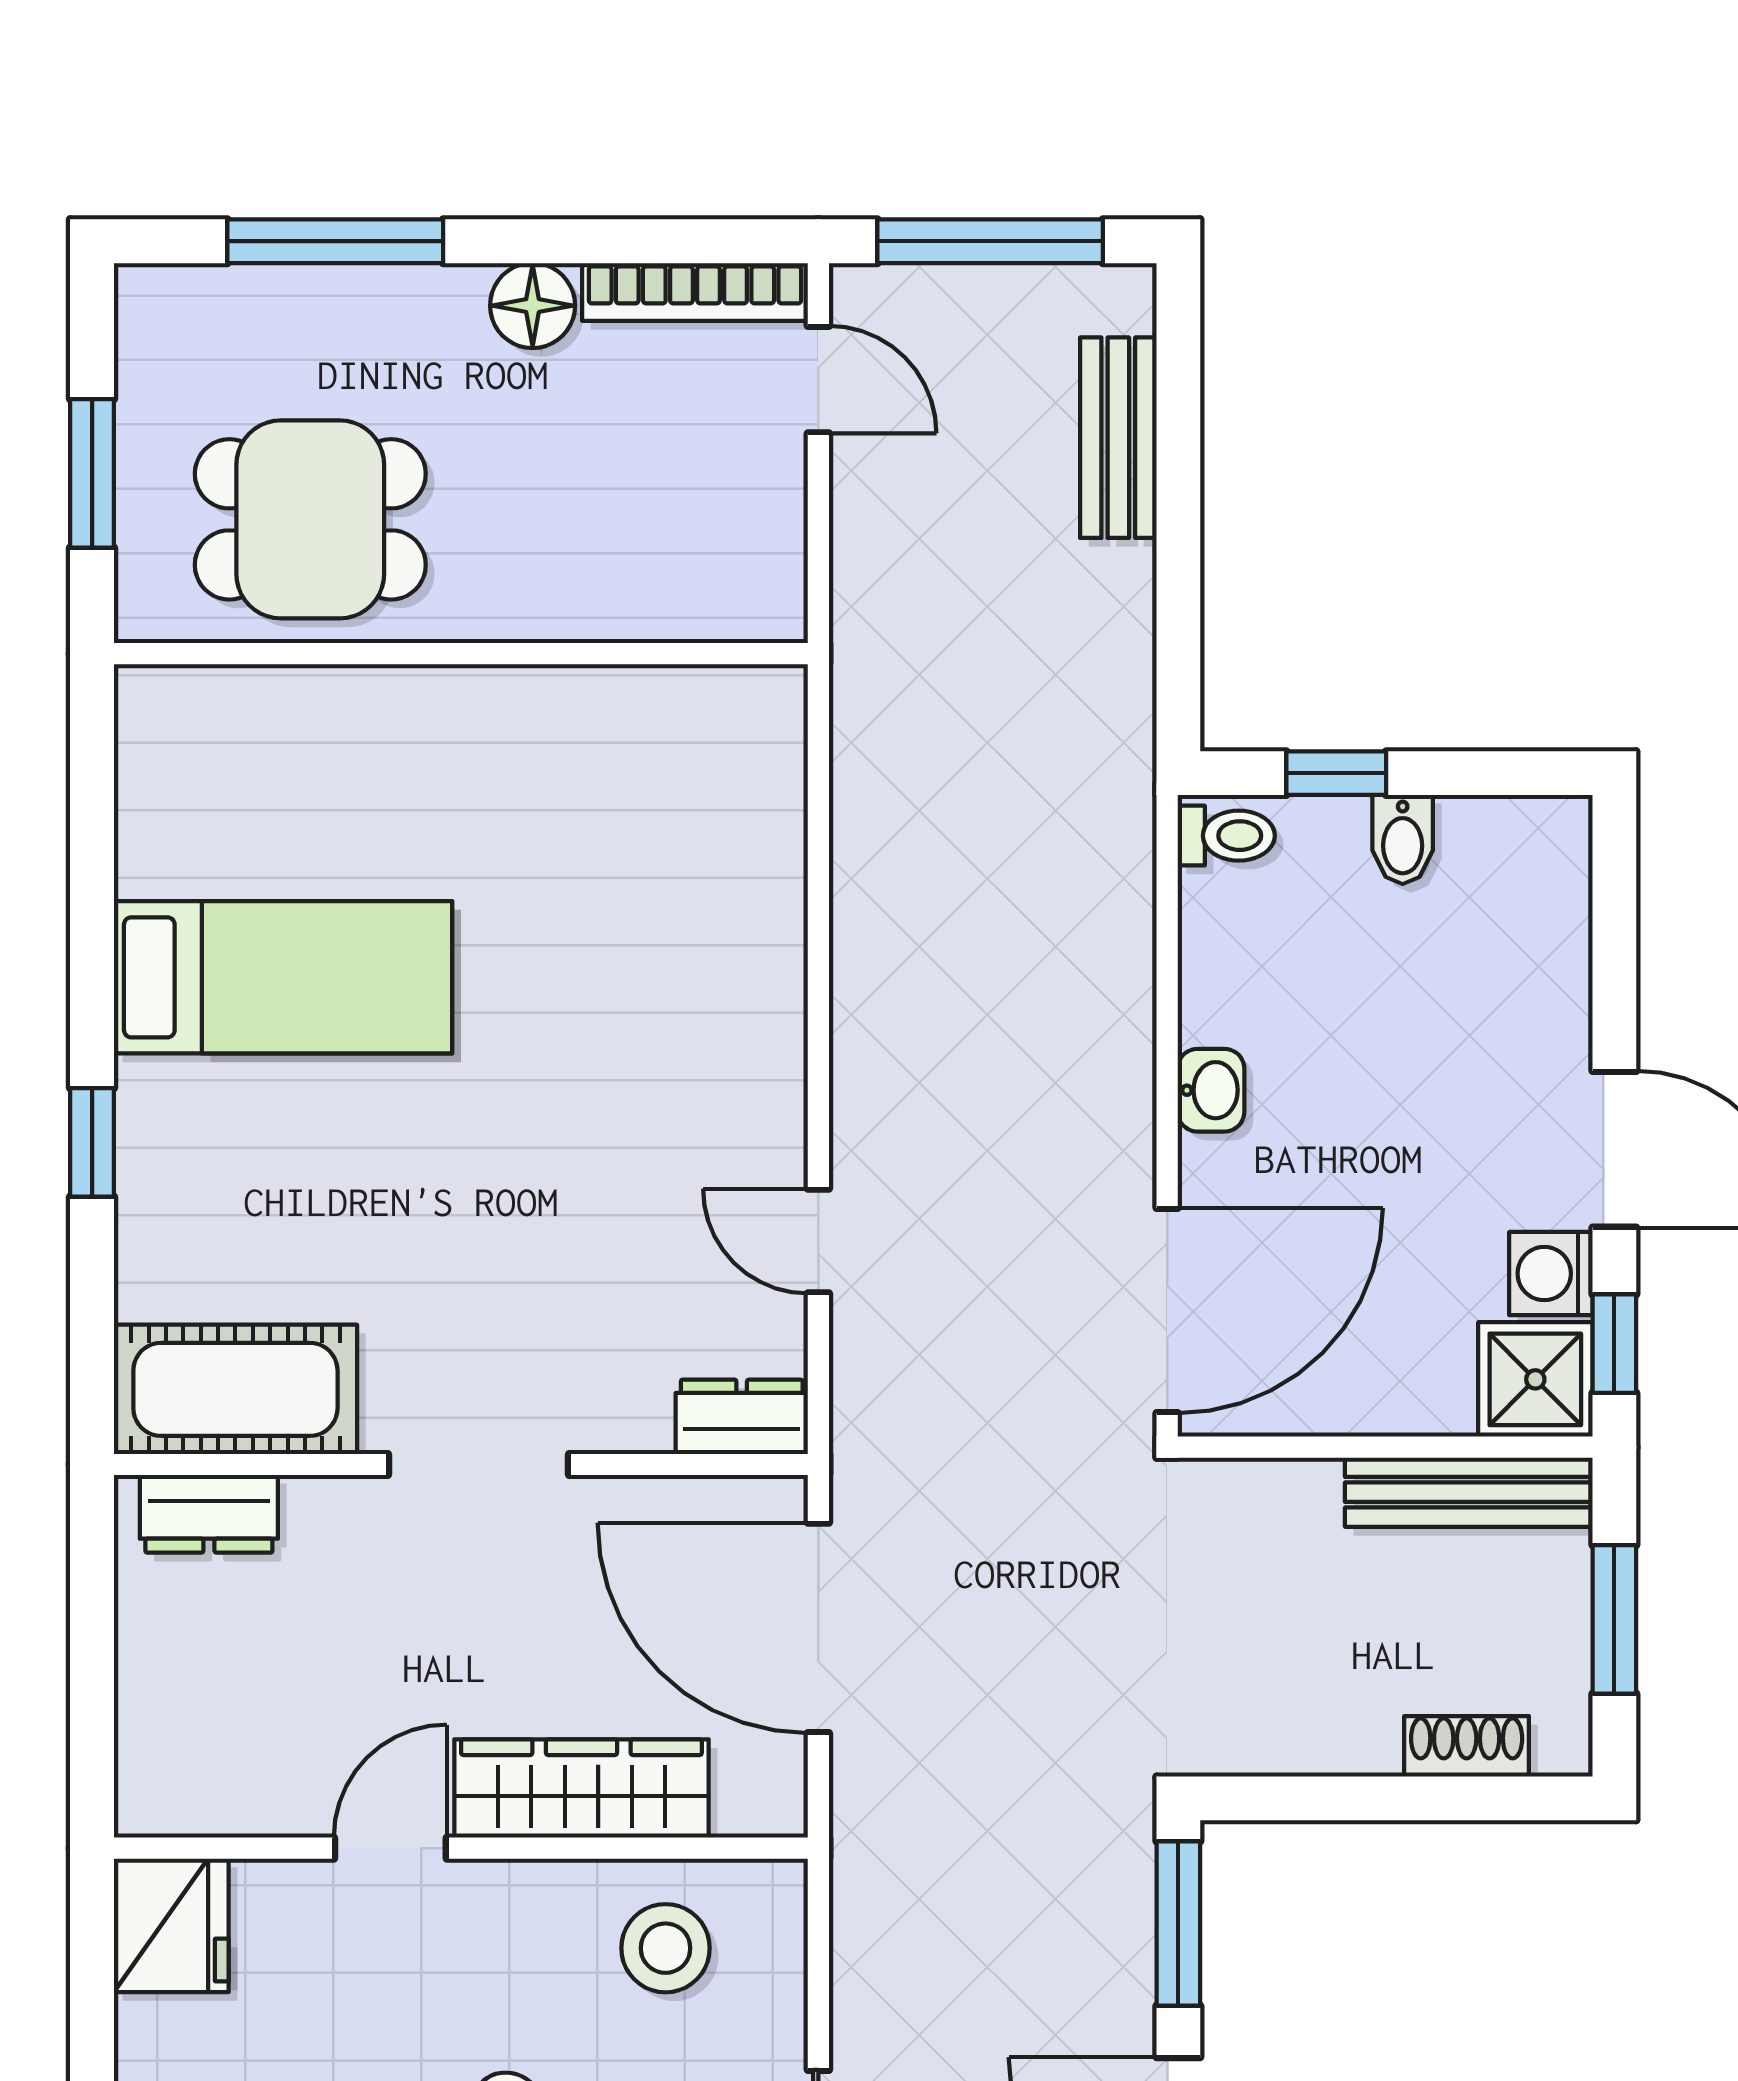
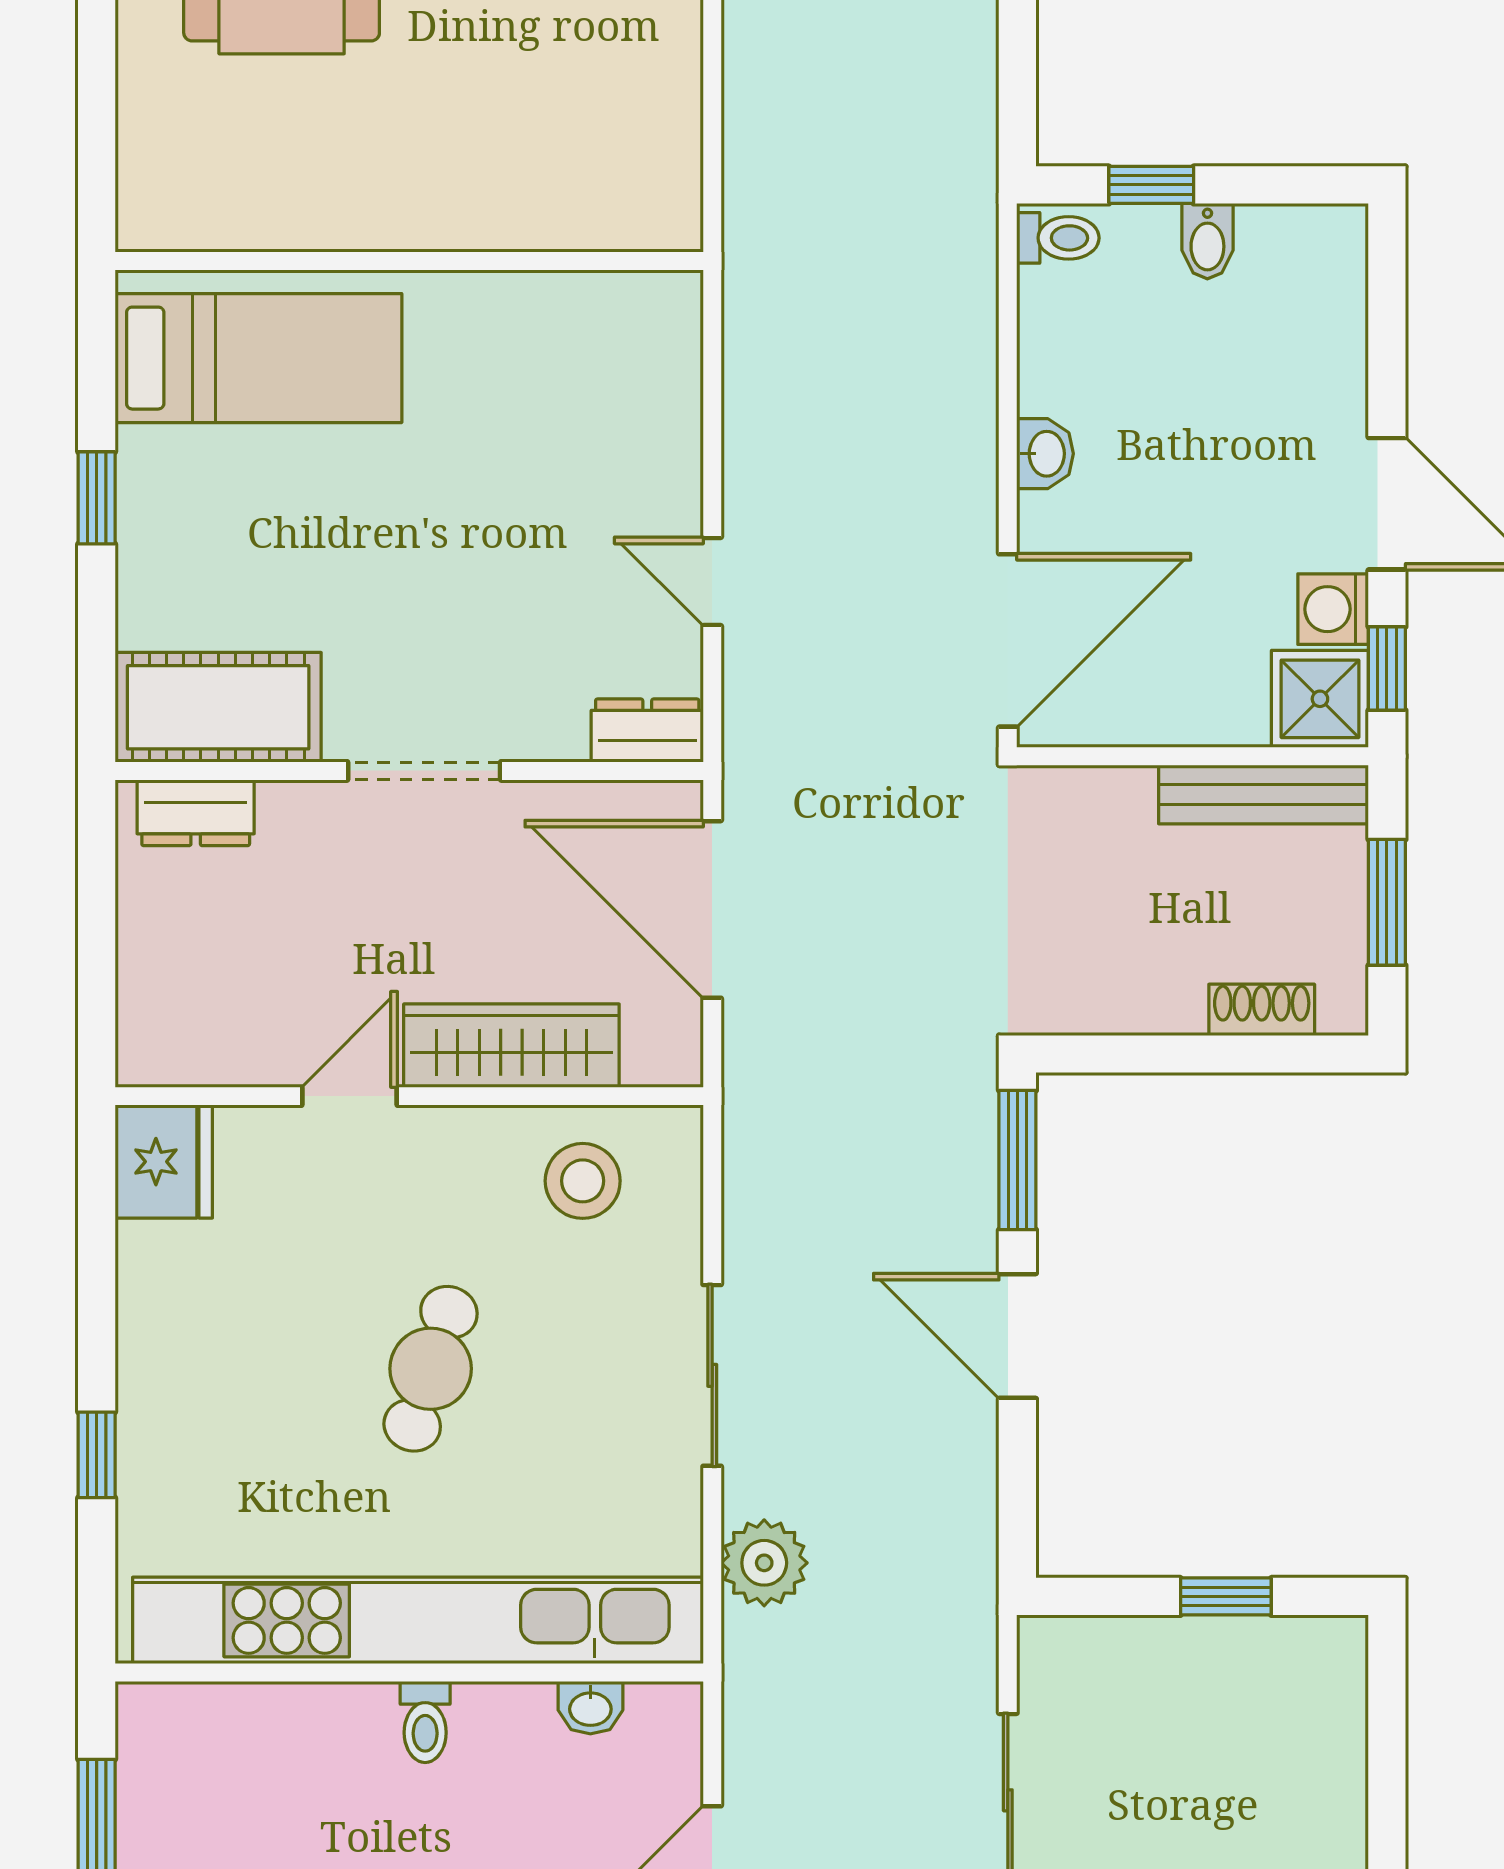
wall: (461, 654) -> (409, 261), moved

